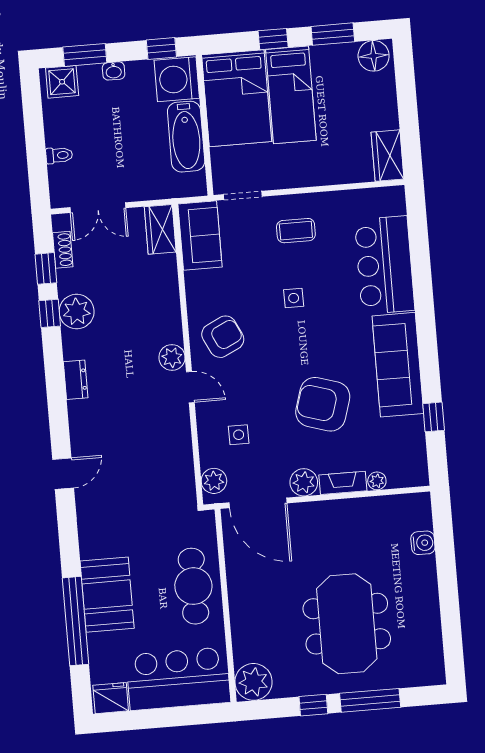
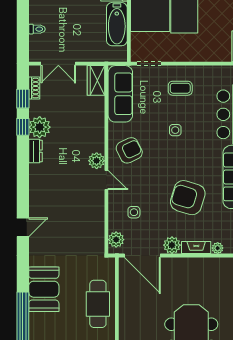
sofa: (200, 236) -> (120, 94), width x1.36
dresser: (76, 380) -> (35, 151), moved
booth: (107, 595) -> (44, 289), moved

